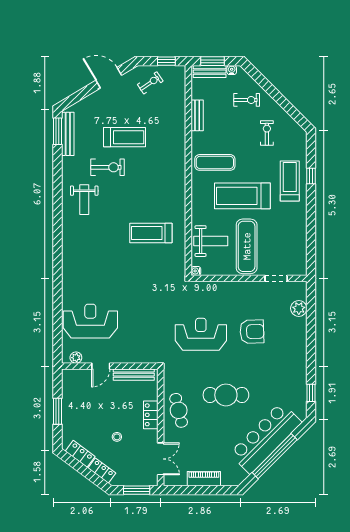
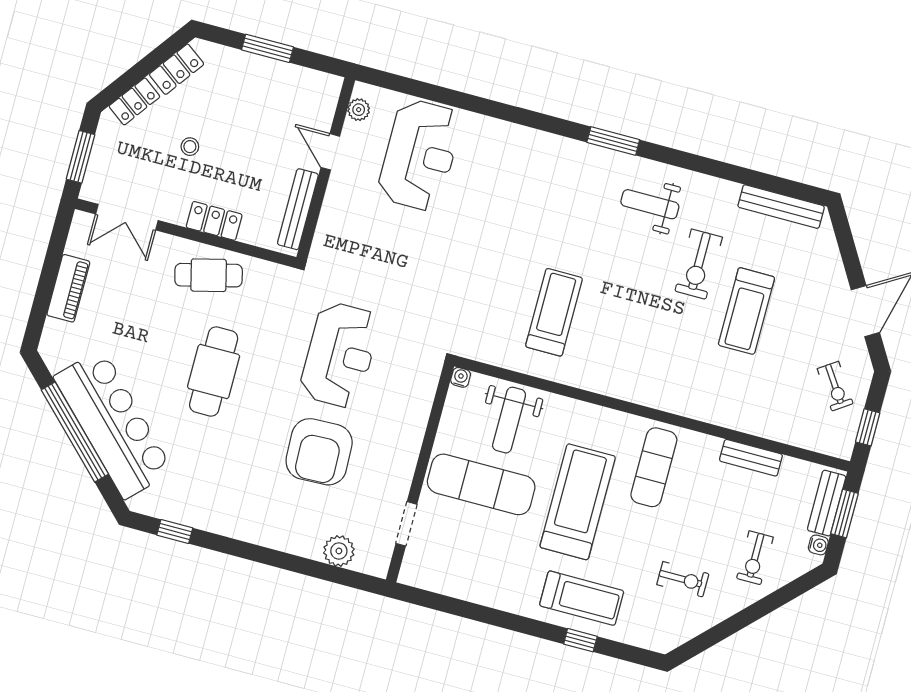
window: (58, 131) -> (613, 141), moved
armchair: (252, 332) -> (319, 452), width x1.36, depth x1.36

